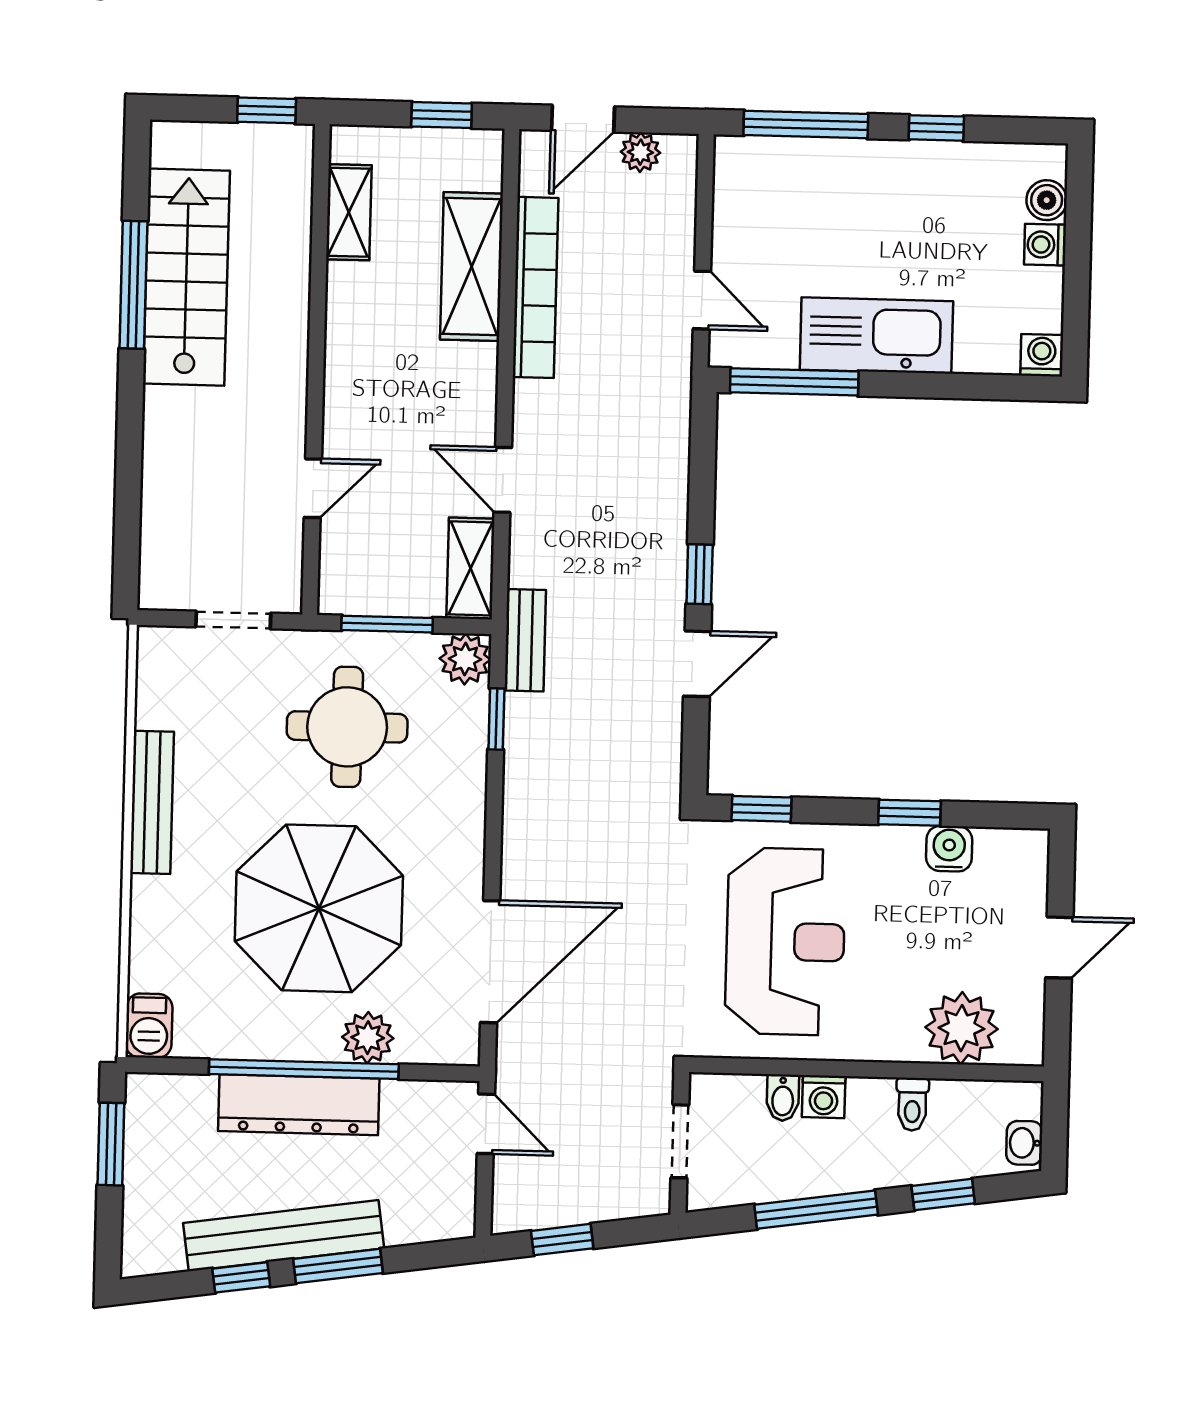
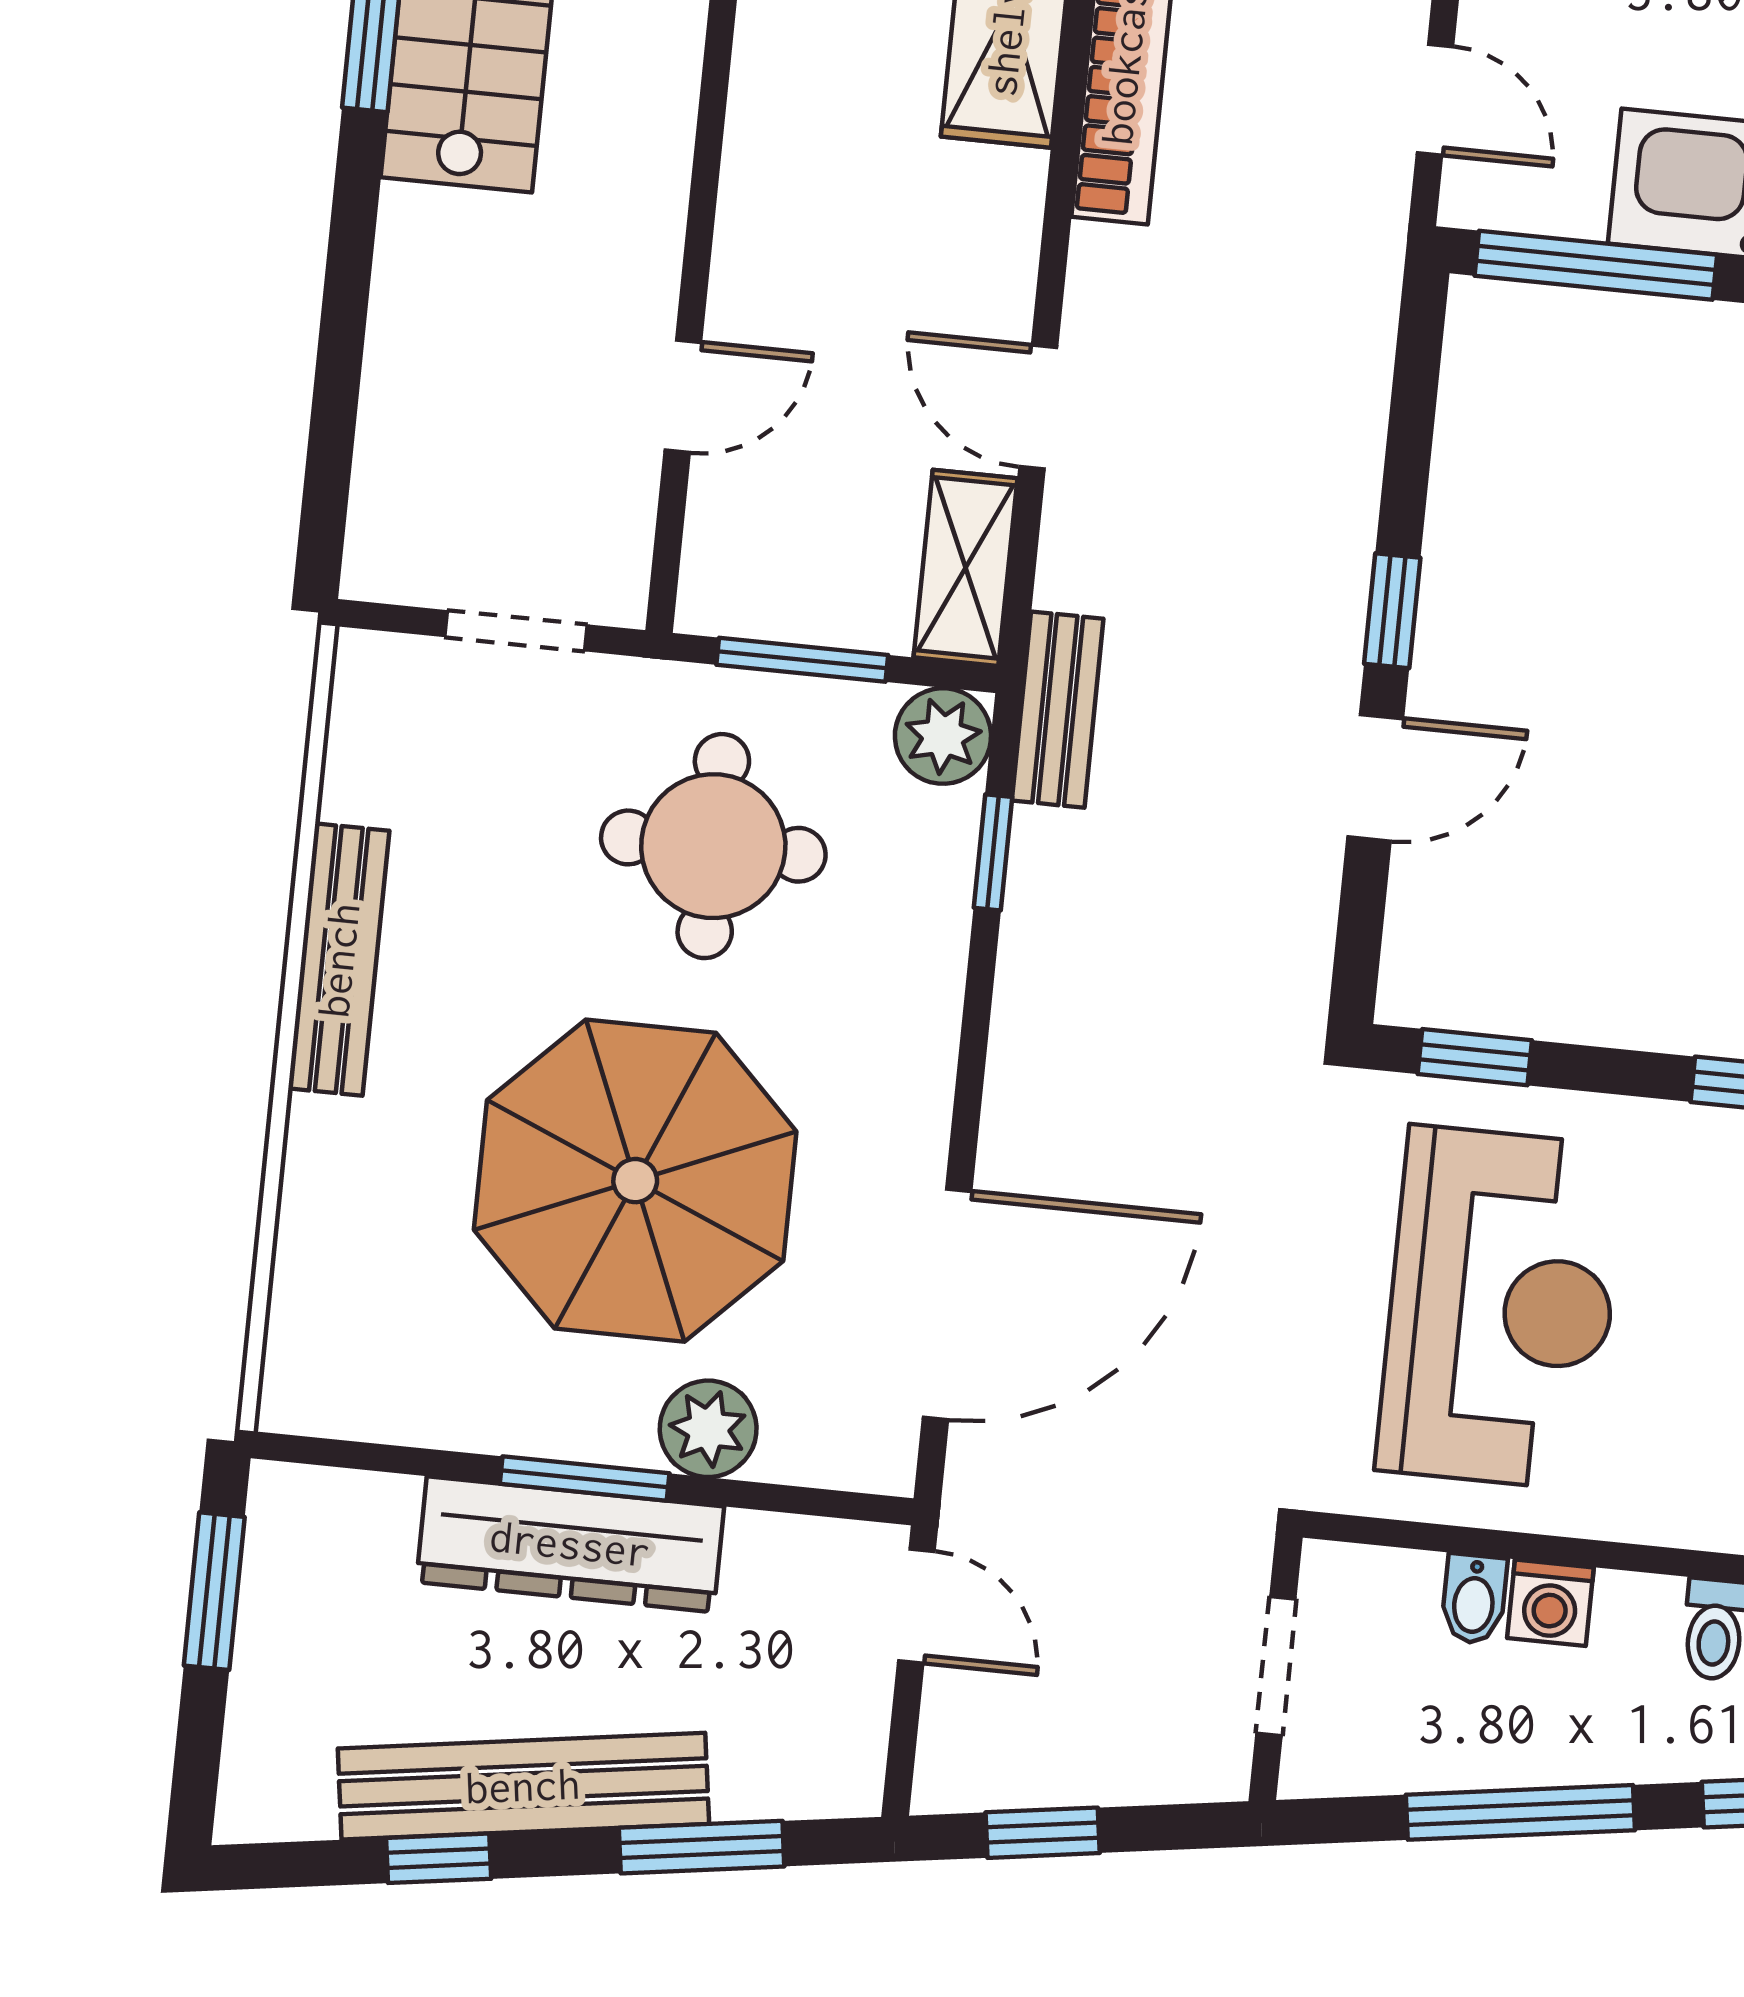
barbecue: (149, 1026) -> (302, 1376), removed
window: (304, 1069) -> (585, 1479), width x0.47
window: (338, 1266) -> (702, 1847), moved

